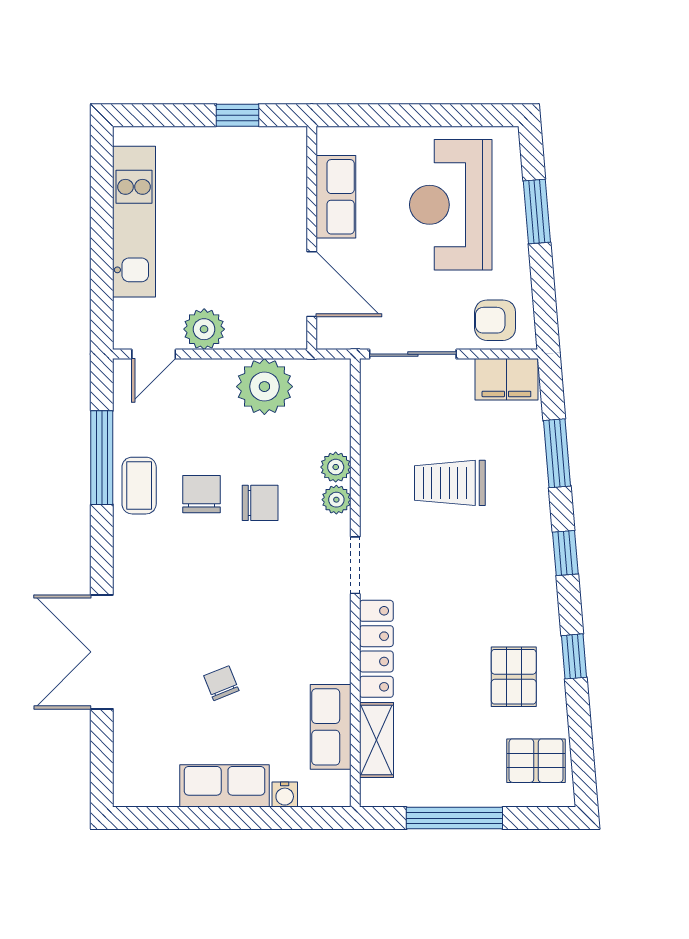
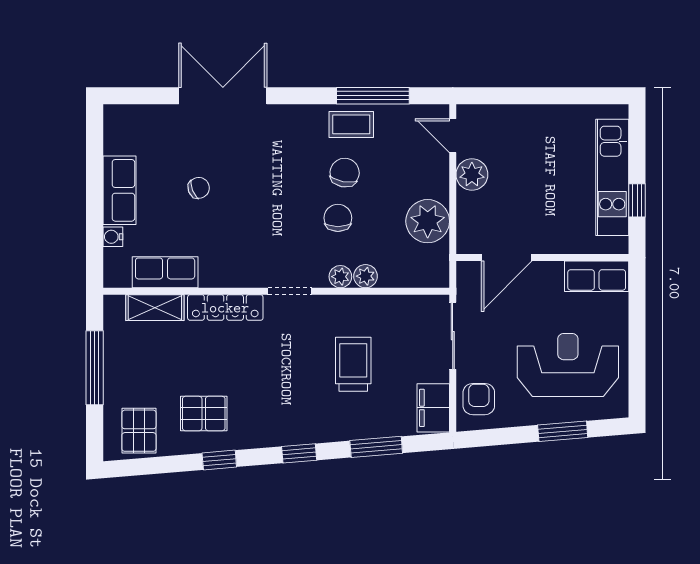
row of seats: (336, 197) -> (597, 276), moved
kitchen unit: (134, 222) -> (612, 177), moved, turned 90
chair: (202, 494) -> (345, 173), turned -79
chair: (260, 503) -> (338, 218), turned 180

